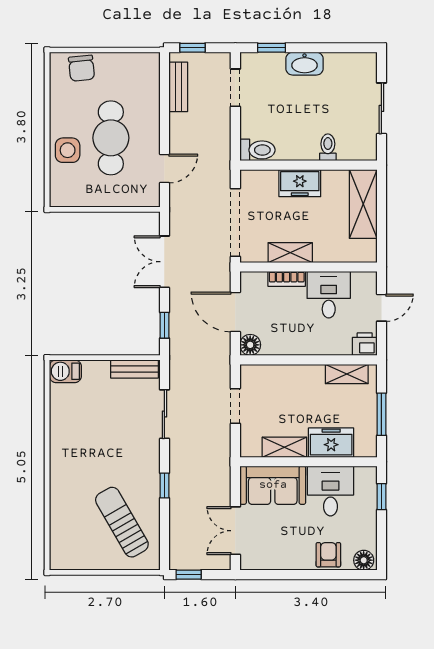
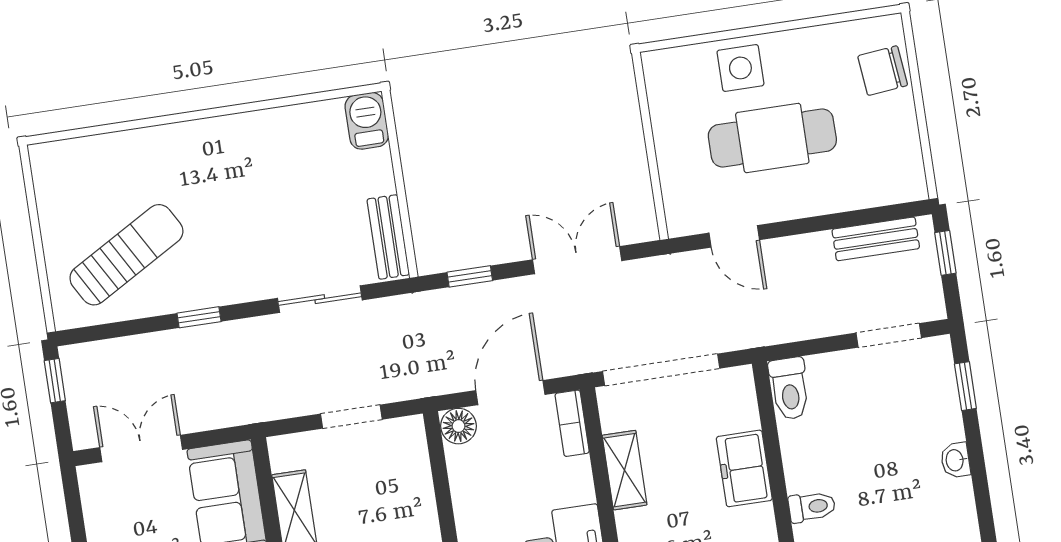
washbasin: (305, 64) -> (955, 460), width x0.52, depth x0.69
bookcase: (287, 279) -> (572, 423), moved

